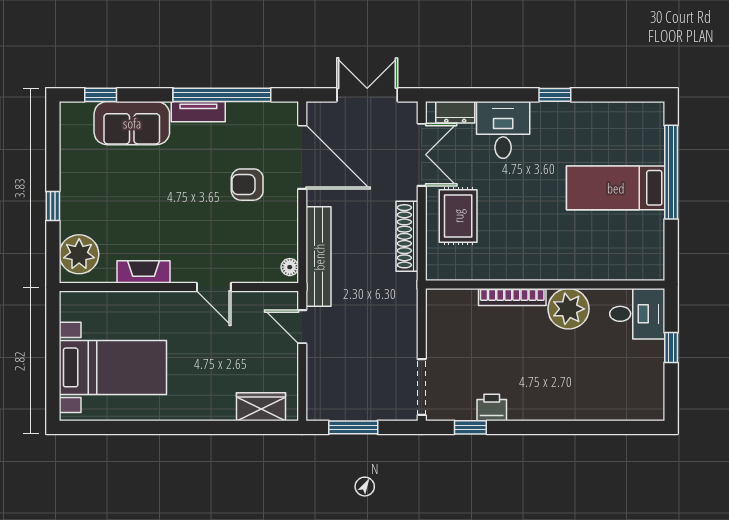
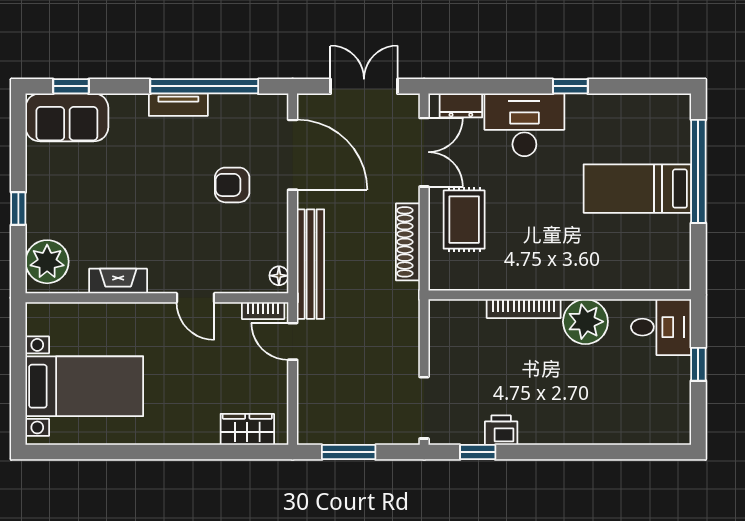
sofa: (132, 123) -> (67, 117), moved
desk: (503, 130) -> (524, 125), width x1.37
bookcase: (275, 299) -> (263, 311), added

